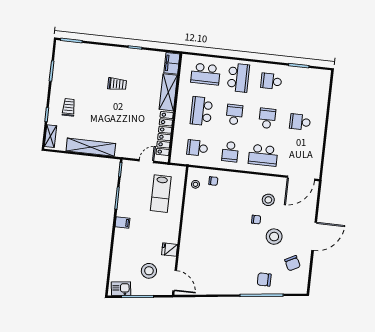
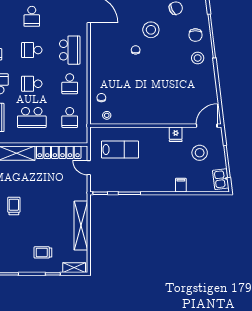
school desk: (230, 152) -> (70, 84), turned 90
stool: (268, 200) -> (198, 58), moved
filing cabinet: (122, 222) -> (181, 185), moved

